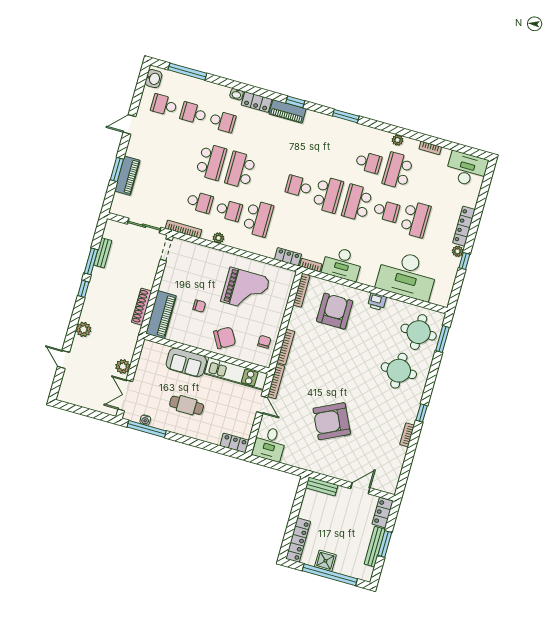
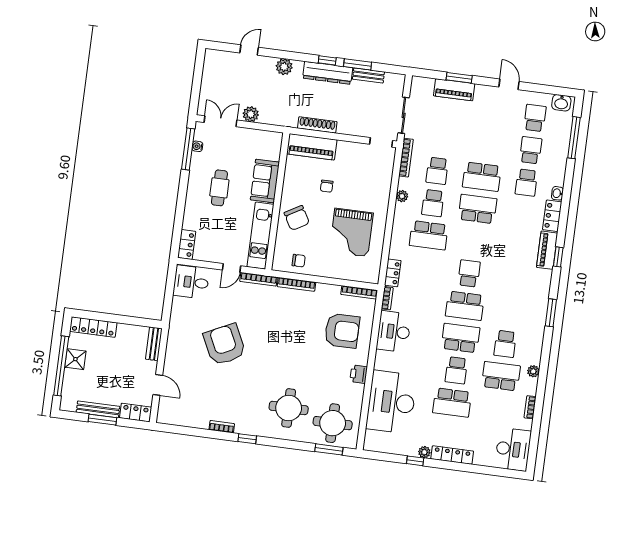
dresser: (95, 290) -> (328, 73), added

